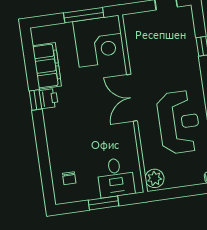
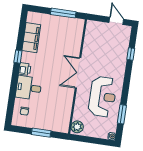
corner desk: (99, 41) -> (68, 32), removed
printer: (49, 99) -> (25, 69), moved
desk: (116, 177) -> (29, 88), moved, turned 90

